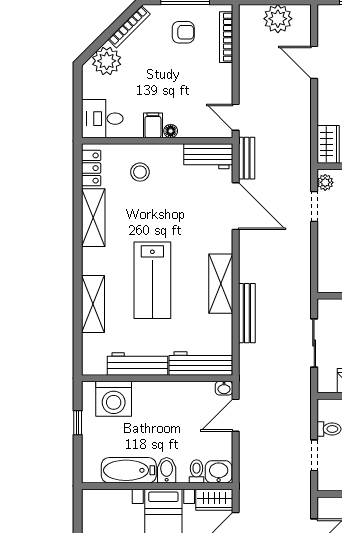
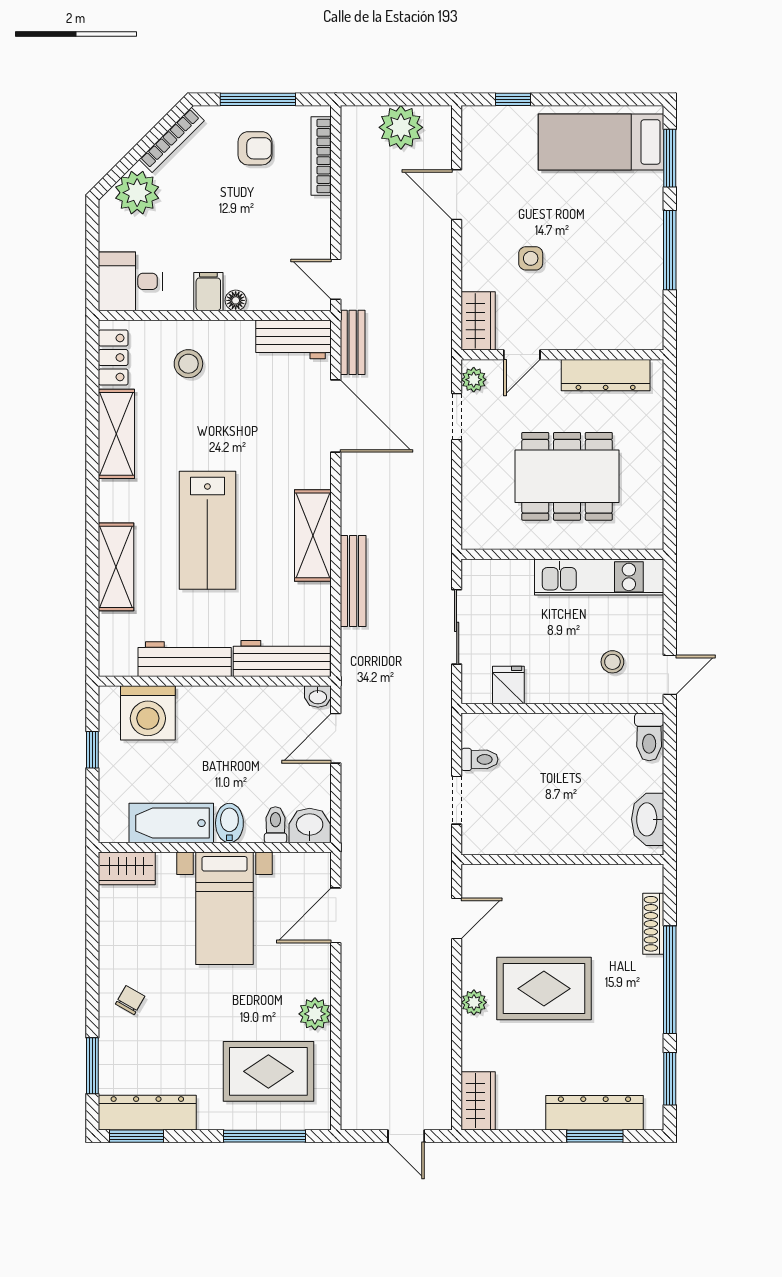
wardrobe: (214, 500) -> (127, 868), moved

